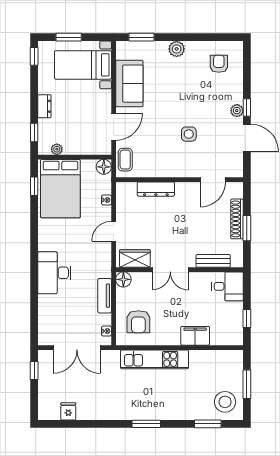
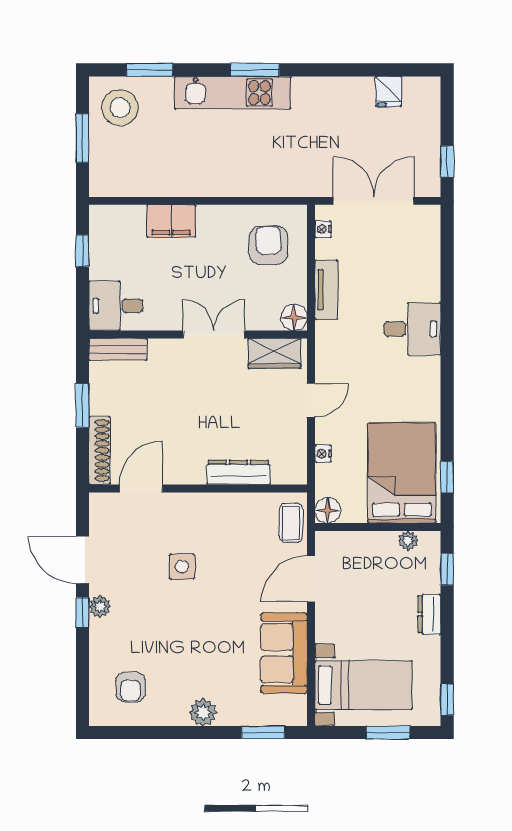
shoe rack: (237, 219) -> (99, 450), moved
bench: (213, 261) -> (118, 349), moved
desk: (54, 273) -> (412, 329), width x0.73
kitchen unit: (155, 359) -> (233, 93), moved, turned 180

